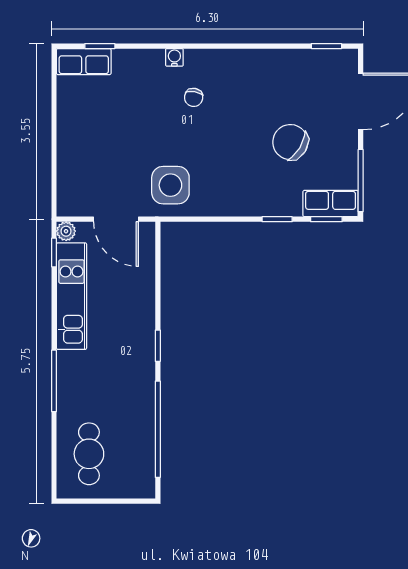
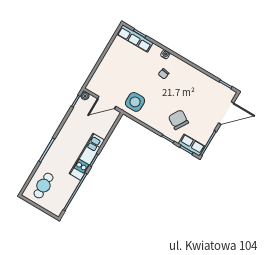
row of seats: (84, 62) -> (135, 38), width x1.48
chair: (290, 142) -> (178, 120), moved
door: (116, 219) -> (107, 103), hinge flipped
kitchen unit: (71, 296) -> (87, 157), moved, turned 180

